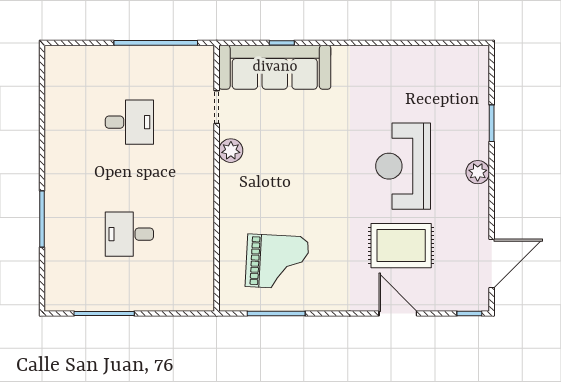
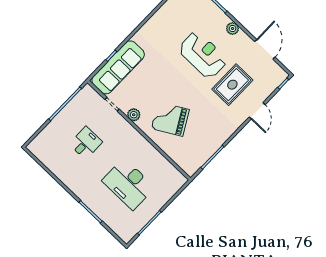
reception desk: (403, 166) -> (203, 55), turned 180
desk: (129, 234) -> (128, 184), width x1.87, depth x1.30
grand piano: (277, 262) -> (170, 119), moved, turned -123
door: (492, 263) -> (265, 49), moved
door: (398, 313) -> (257, 111), swing flipped

